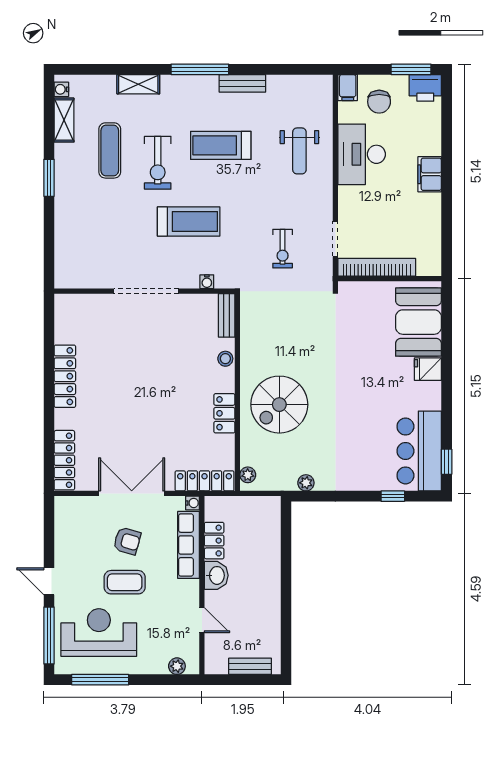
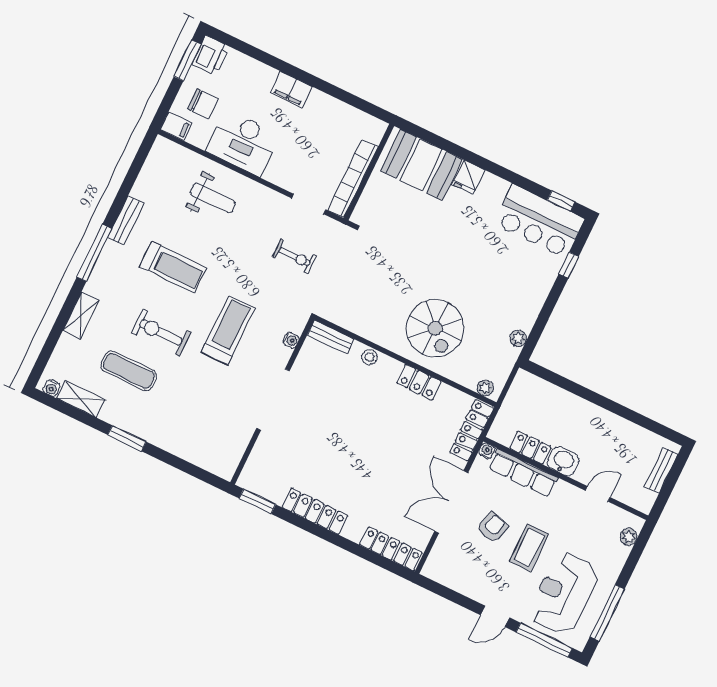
treadmill: (221, 145) -> (173, 267), turned -90
exercise bike: (158, 163) -> (161, 333), turned 180
window: (49, 321) -> (257, 501), added

